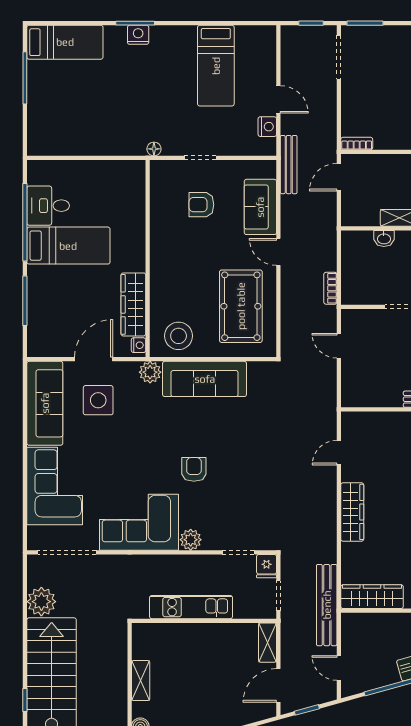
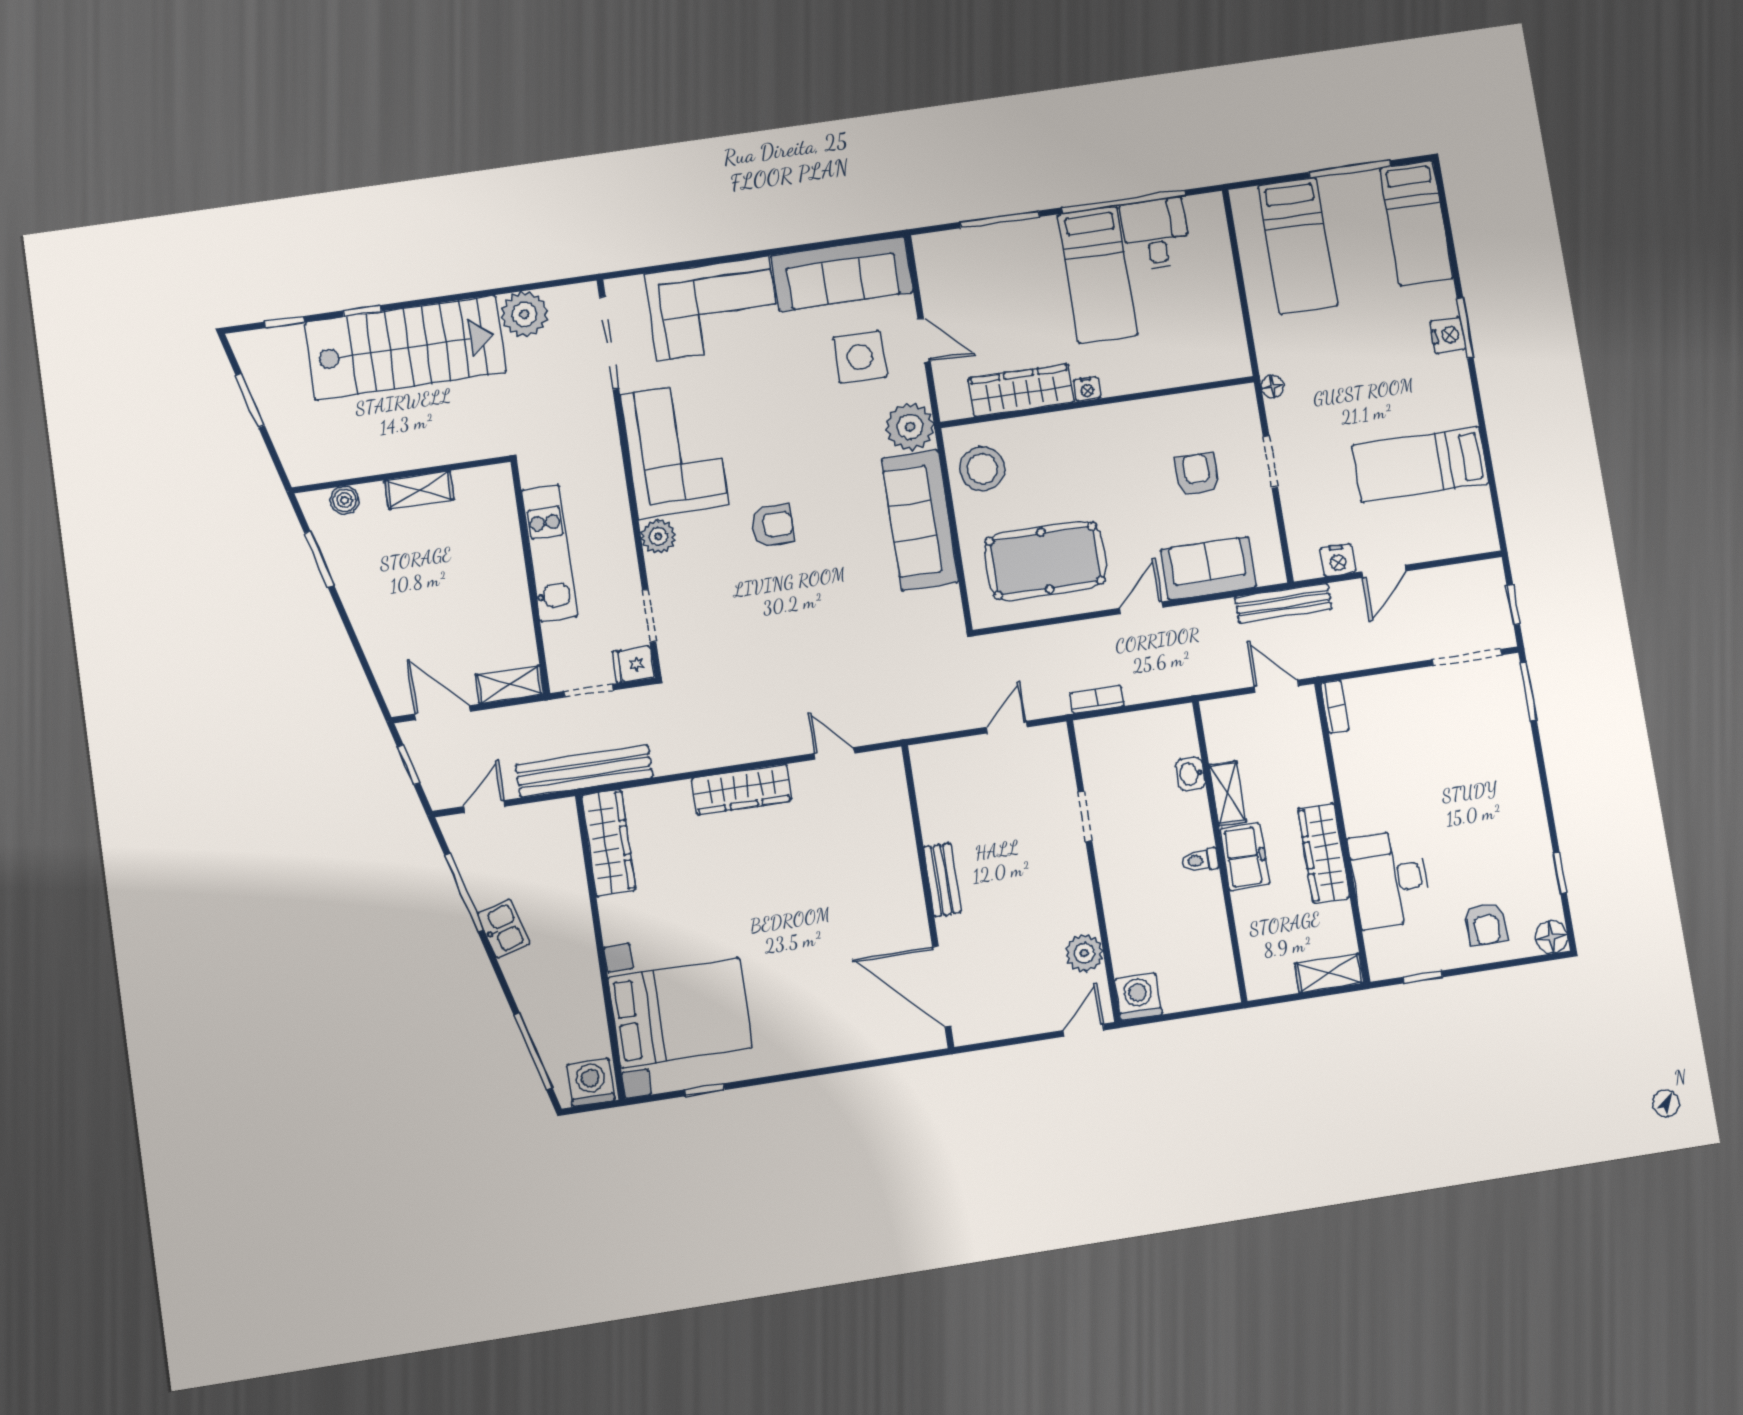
bed: (68, 118) -> (1298, 246), added
nightstand: (139, 345) -> (1087, 389), moved
door: (94, 359) -> (924, 340), width x0.73
plant: (150, 372) -> (910, 427), width x1.36, depth x1.36

